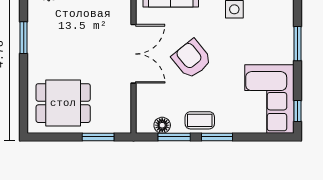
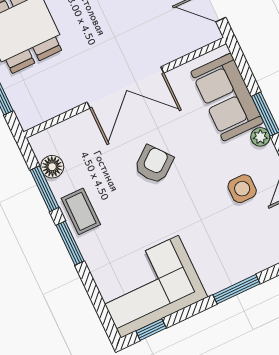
armchair: (192, 59) -> (154, 164), width x0.72, depth x0.72

